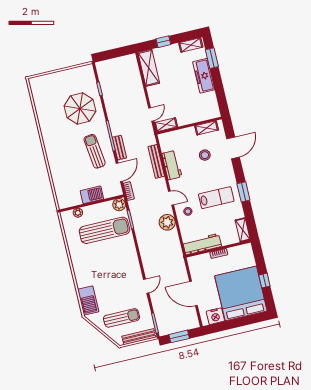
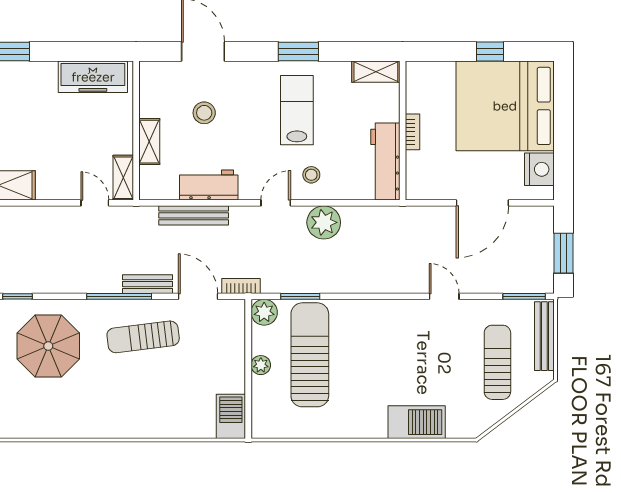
freezer: (204, 76) -> (93, 77), moved
shelving: (207, 128) -> (149, 142), moved
barbecue: (92, 195) -> (231, 416), moved
plant: (78, 213) -> (261, 365), moved
barbecue: (88, 300) -> (417, 422), moved

